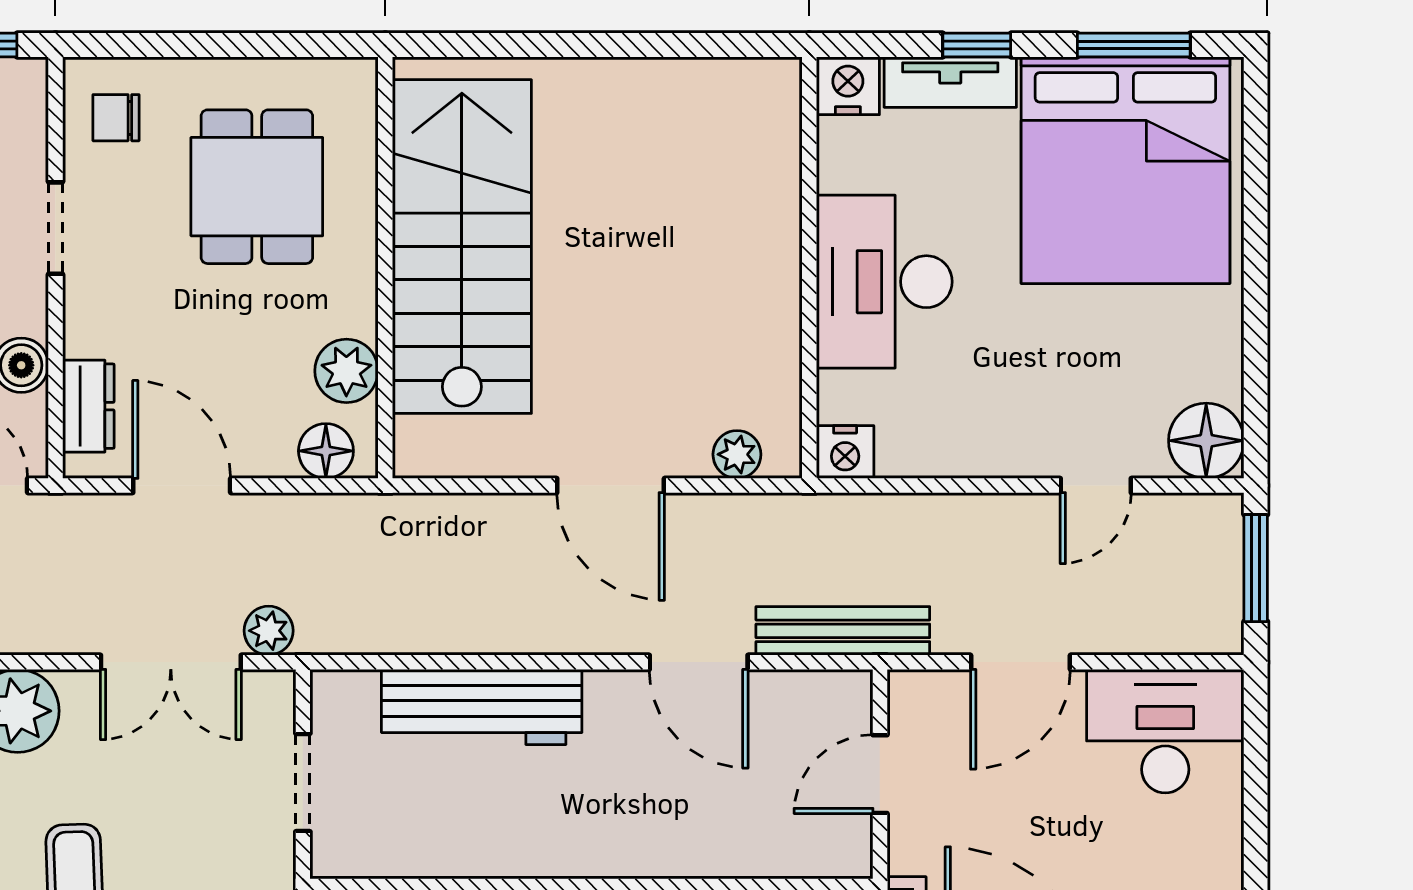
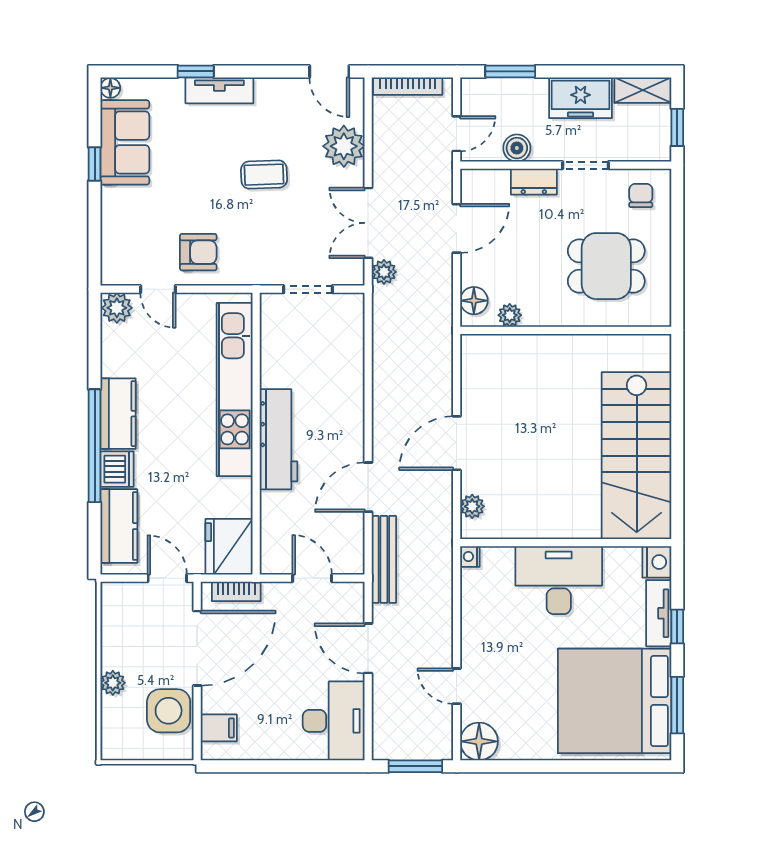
stairs: (462, 247) -> (637, 456), moved, turned 90
plant: (346, 371) -> (510, 315), width x0.73, depth x0.73
dresser: (88, 406) -> (534, 182), moved
nightstand: (845, 452) -> (470, 557), width x0.72, depth x0.74
workbench: (482, 707) -> (279, 439), moved, turned 180

